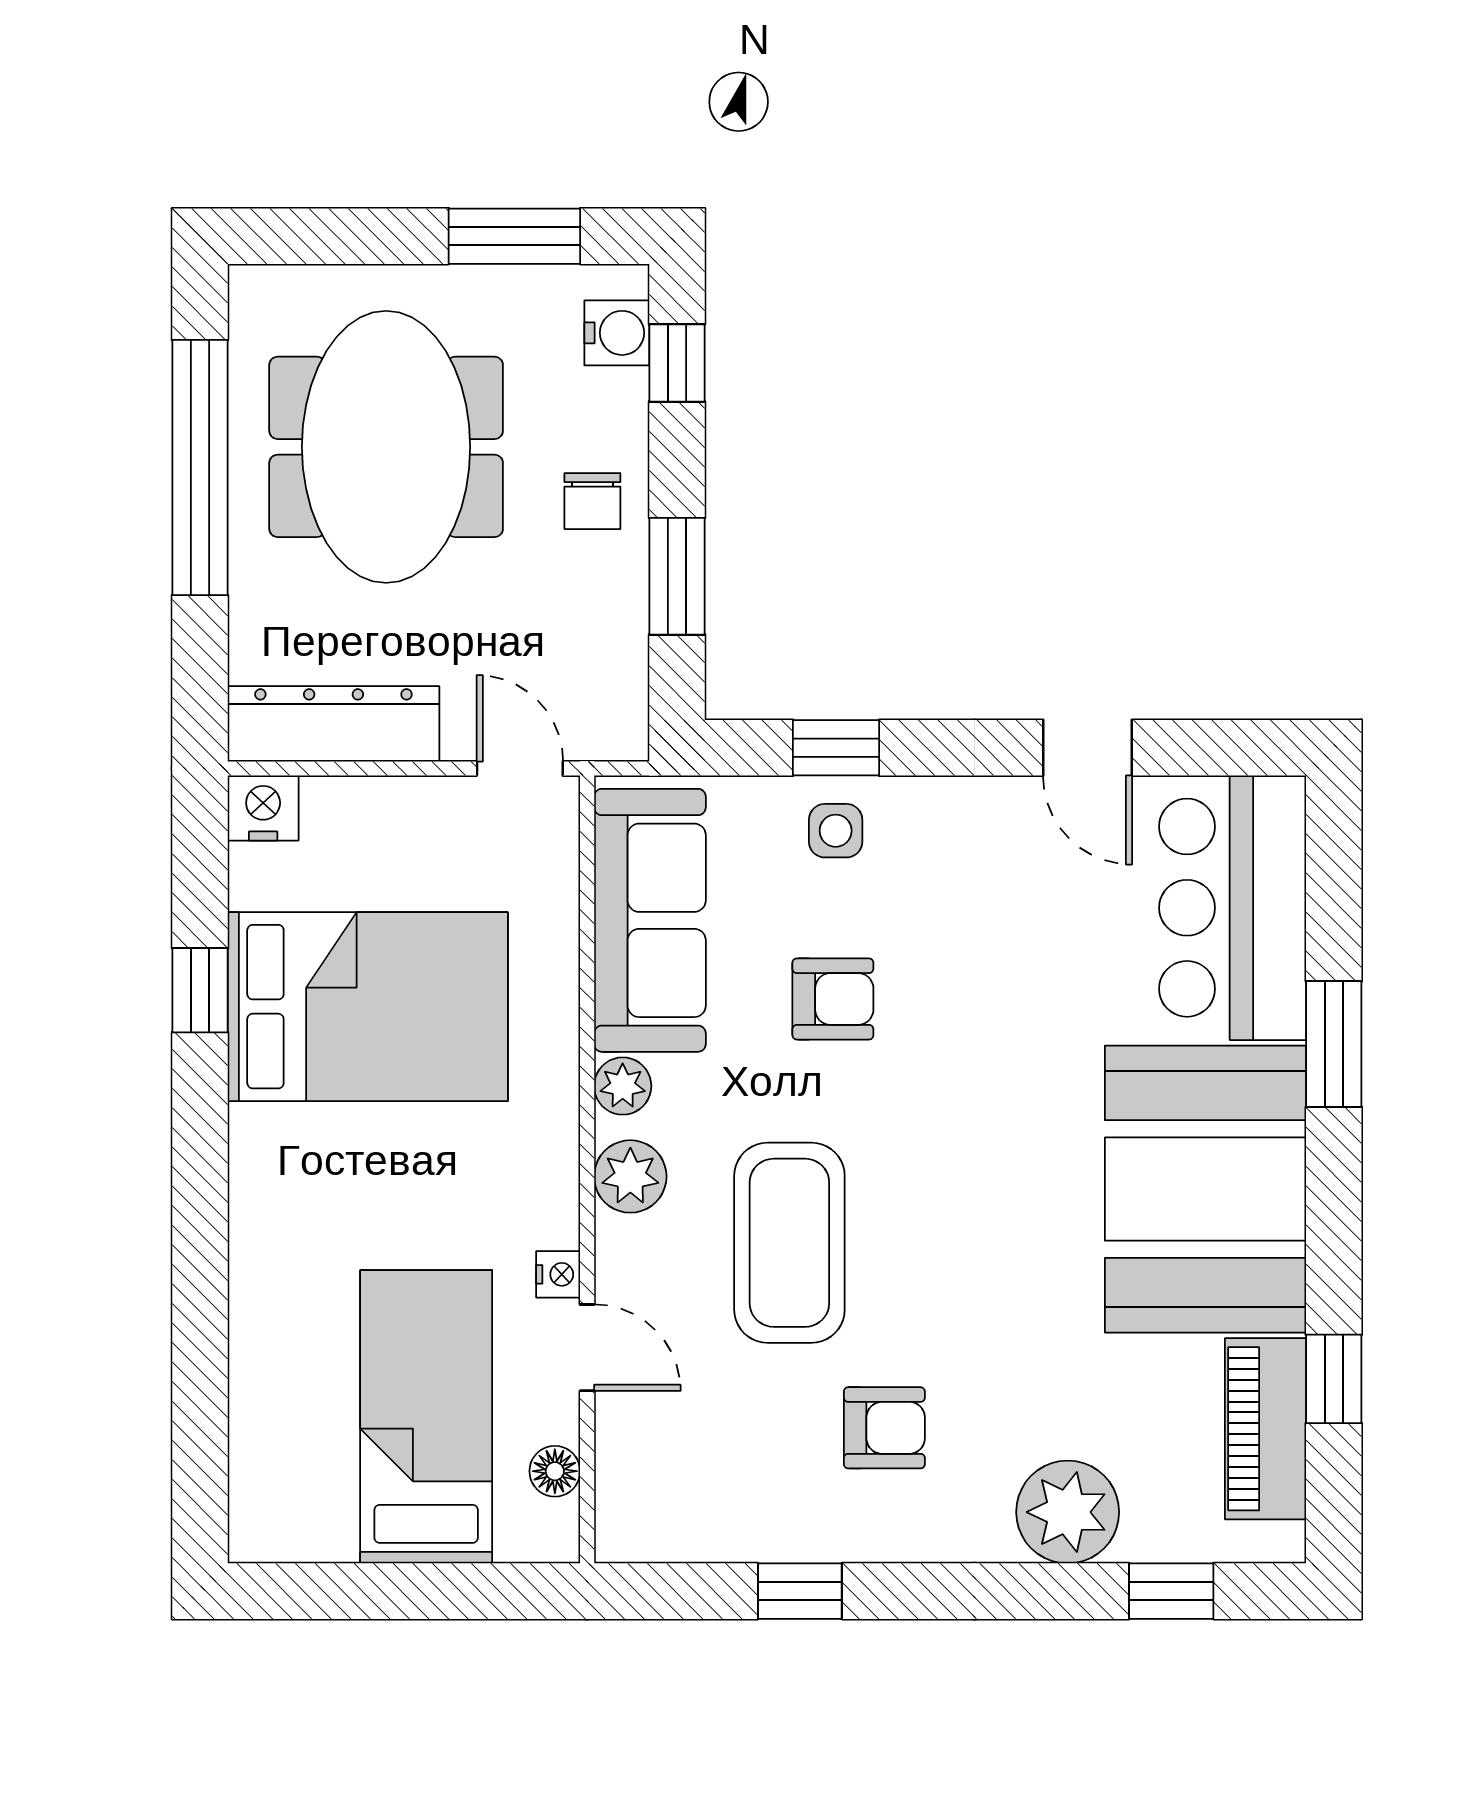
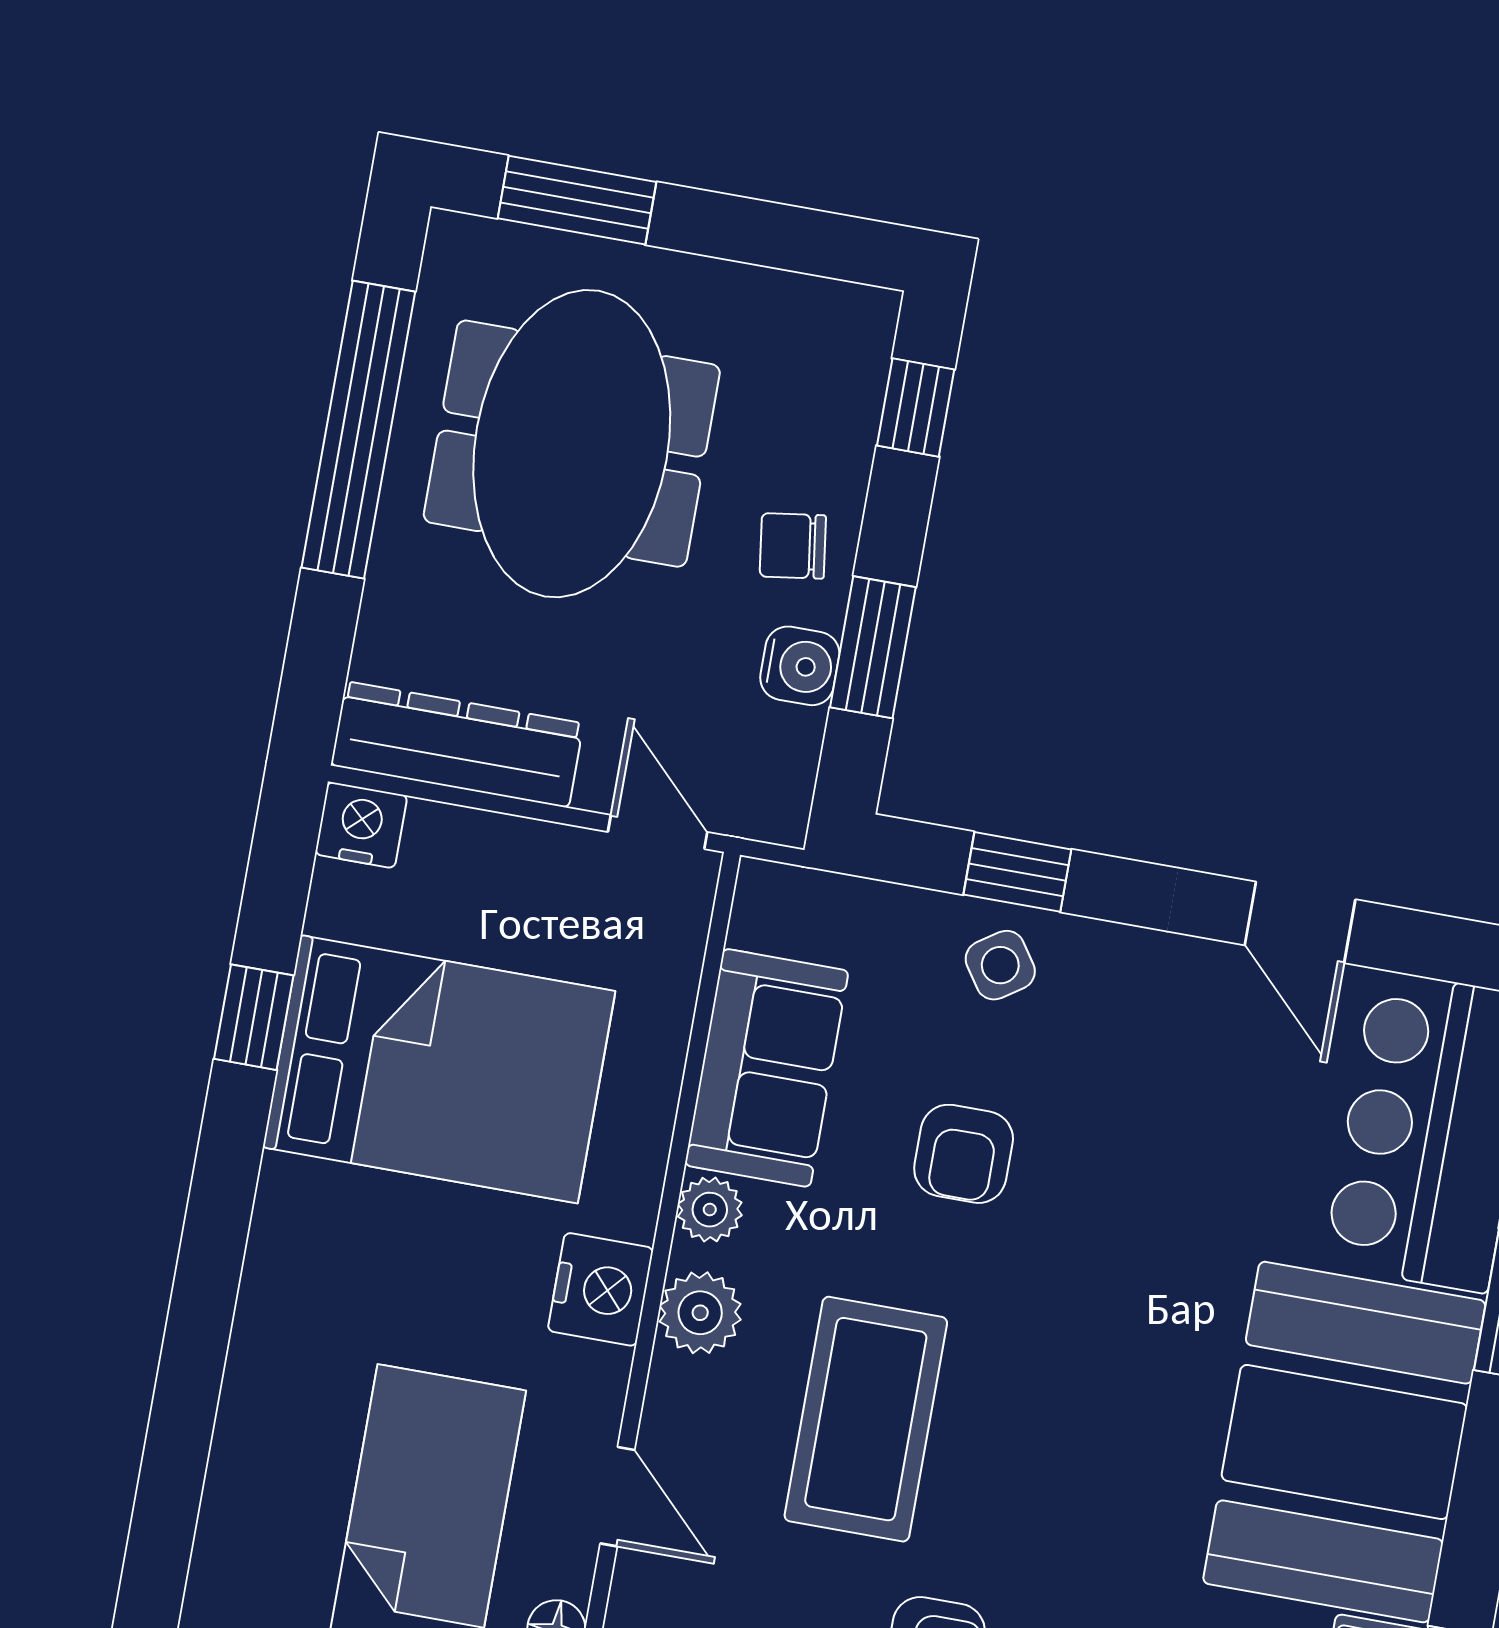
window: (514, 236) -> (577, 200), moved
water cooler: (617, 333) -> (800, 666), moved
chair: (592, 501) -> (793, 546), turned 82
side table: (836, 831) -> (1000, 965), turned -34
sofa: (650, 920) -> (767, 1068), width x0.73
armchair: (833, 999) -> (964, 1154), turned 90
nightstand: (558, 1274) -> (601, 1289), moved, width x1.89, depth x1.79

